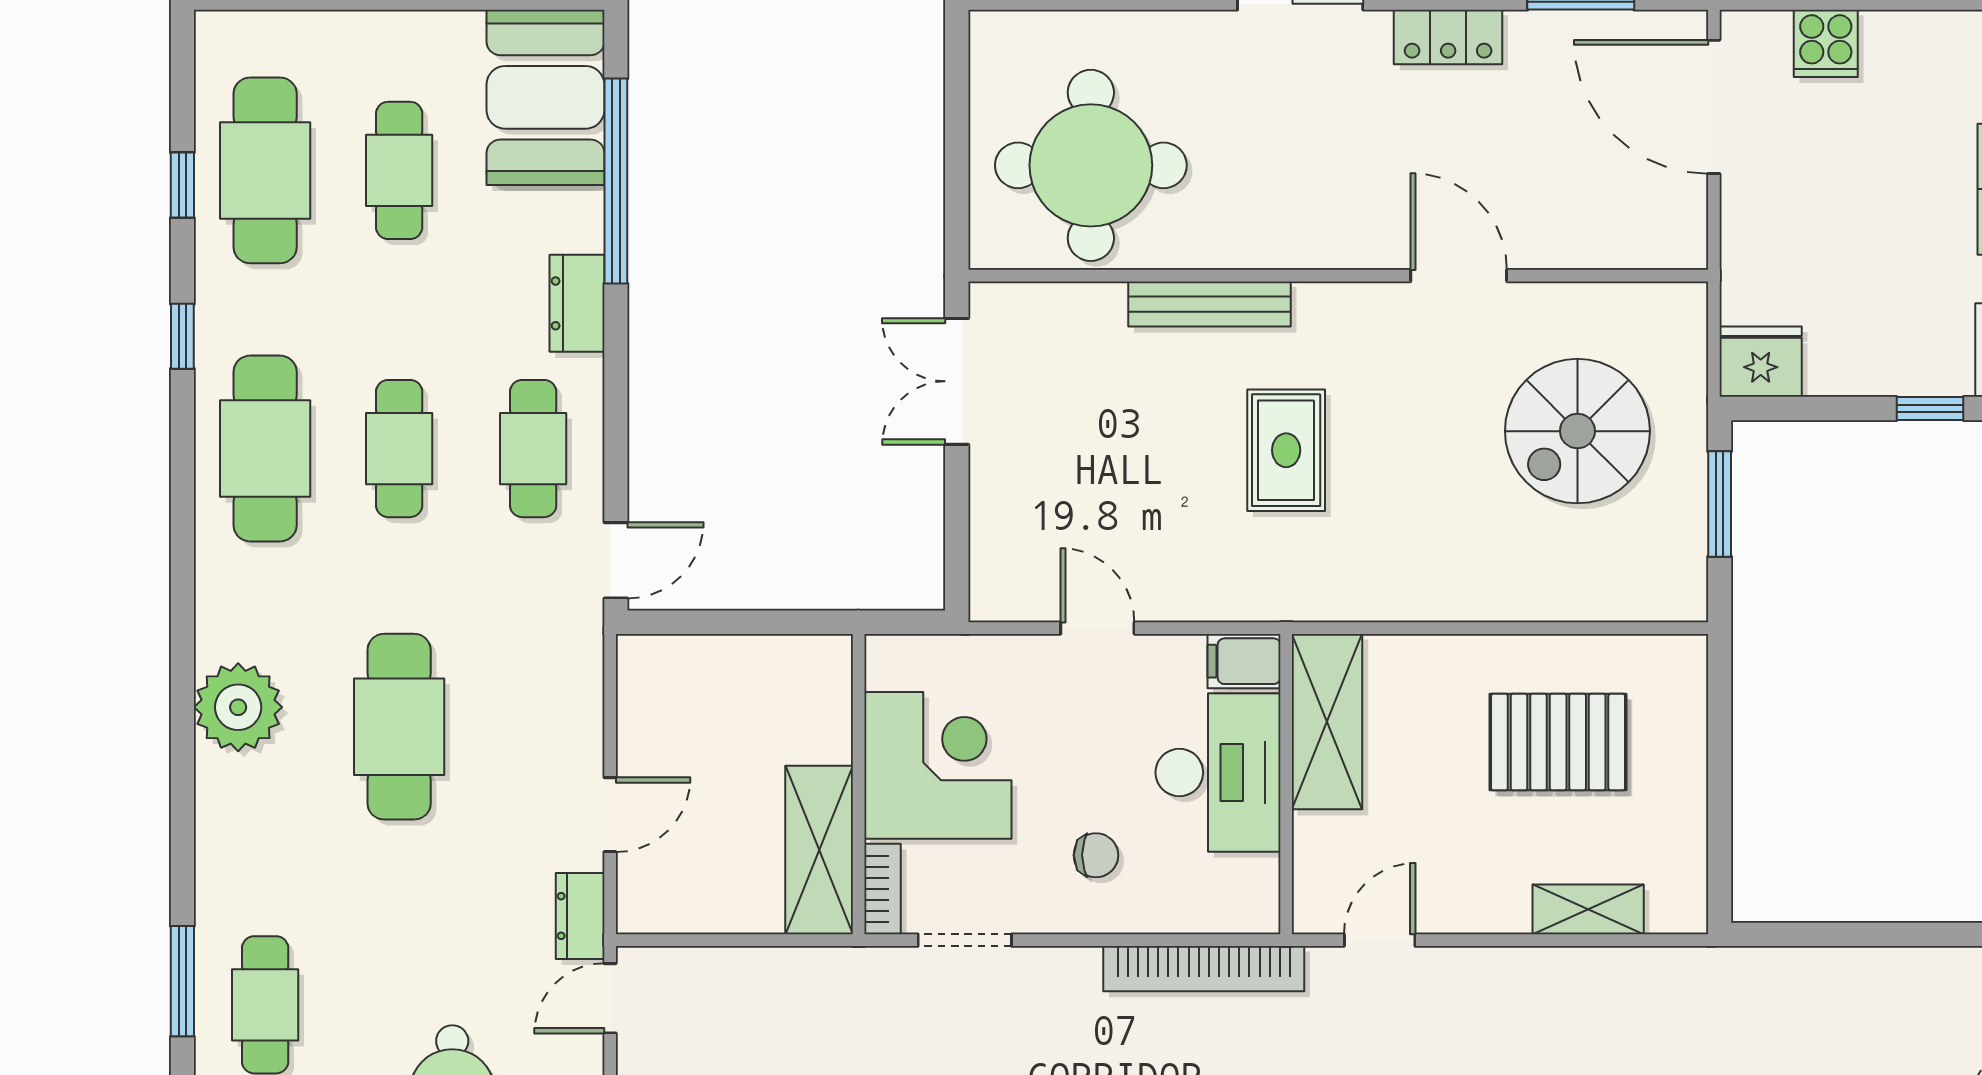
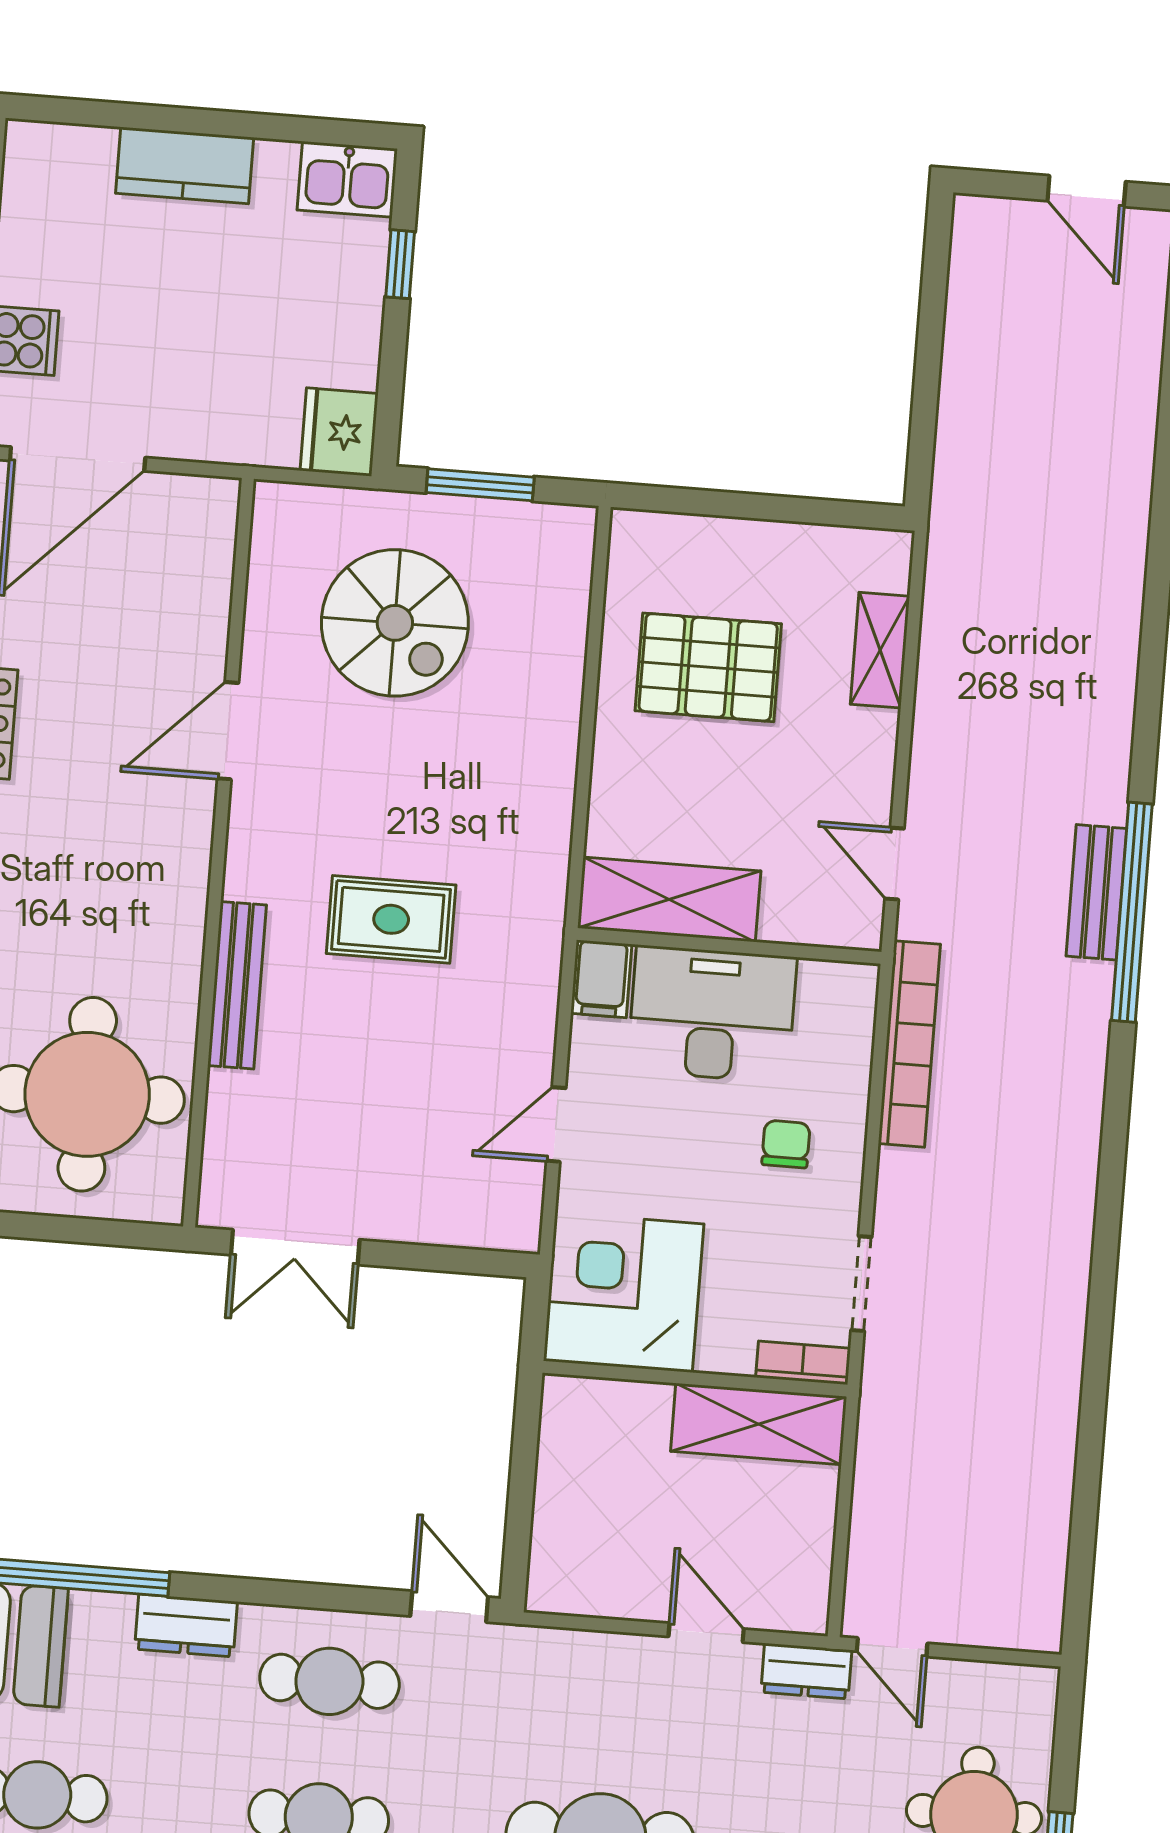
pallet: (1558, 742) -> (708, 667), turned 90
corner desk: (938, 765) -> (624, 1292), moved

